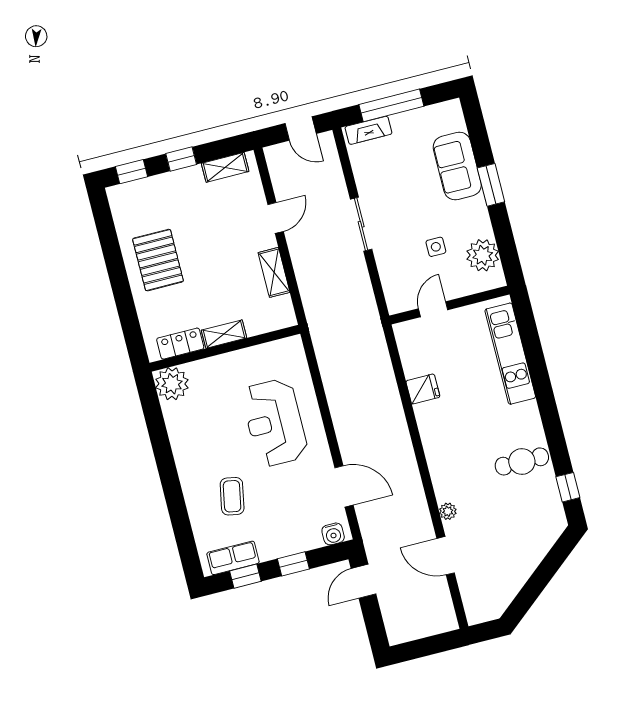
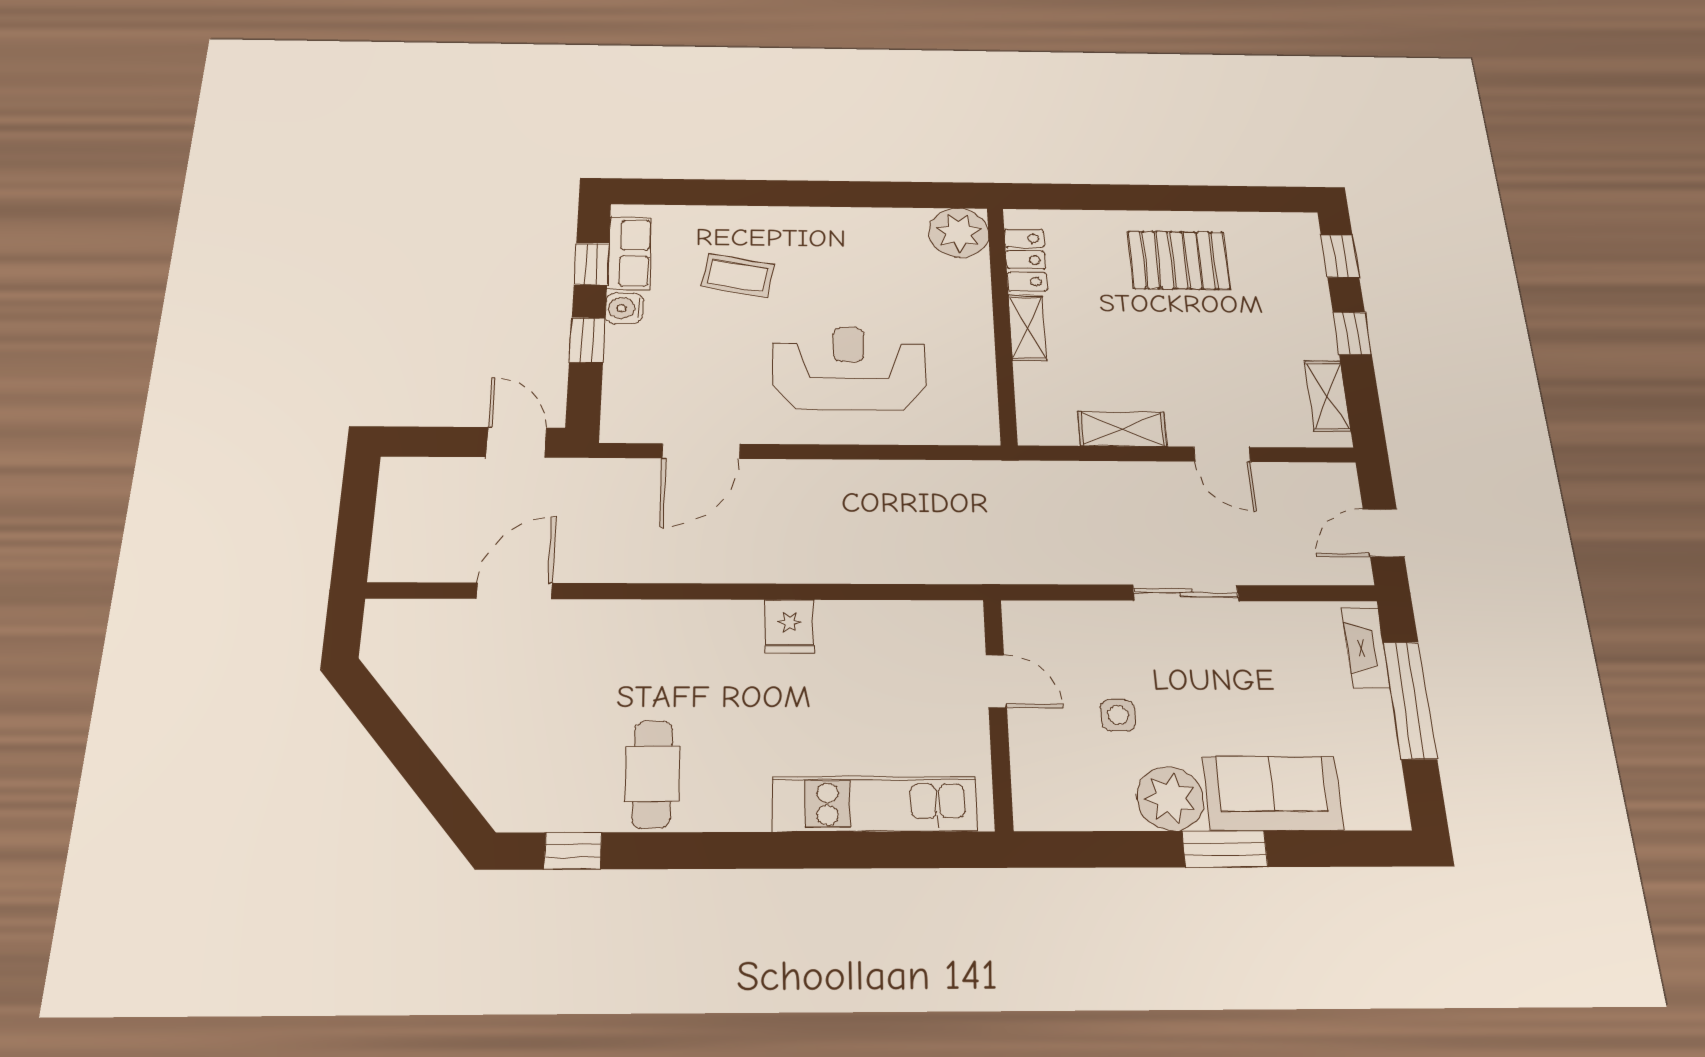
plant: (483, 255) -> (1170, 799), moved
fridge: (423, 389) -> (789, 626), moved
plant: (448, 511) -> (598, 615), removed
water cooler: (333, 534) -> (624, 308), moved

